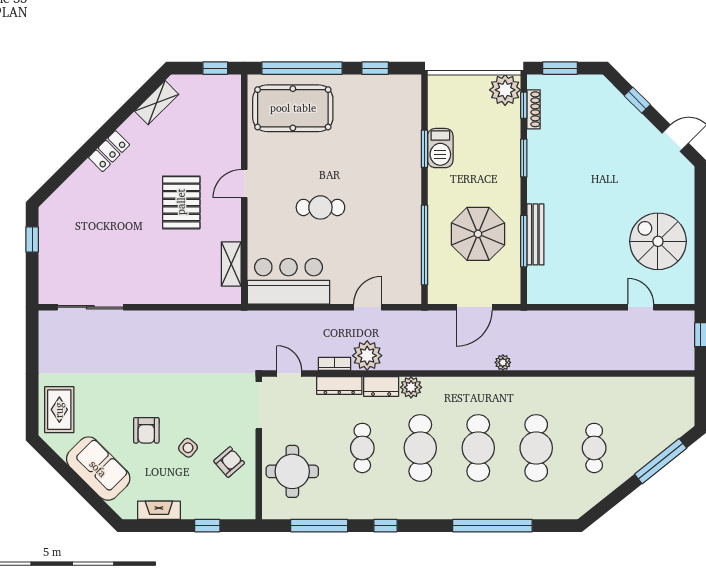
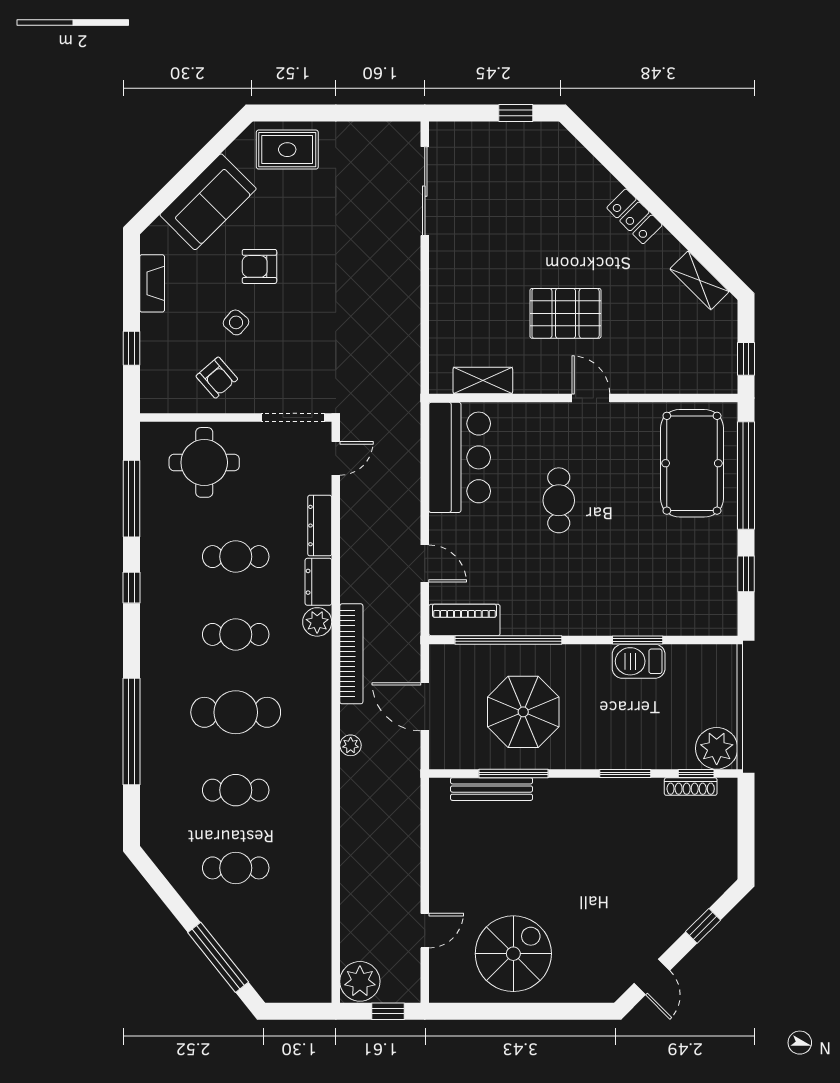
window: (560, 68) -> (746, 822), removed
bench: (535, 234) -> (492, 789), moved
piano: (409, 278) -> (464, 620), added
plant: (367, 356) -> (360, 981), moved
bookcase: (335, 364) -> (351, 654), moved, width x2.31, depth x1.31
cafe table: (420, 448) -> (236, 634), width x0.73, depth x0.74
cafe table: (536, 448) -> (236, 790), width x0.73, depth x0.74

